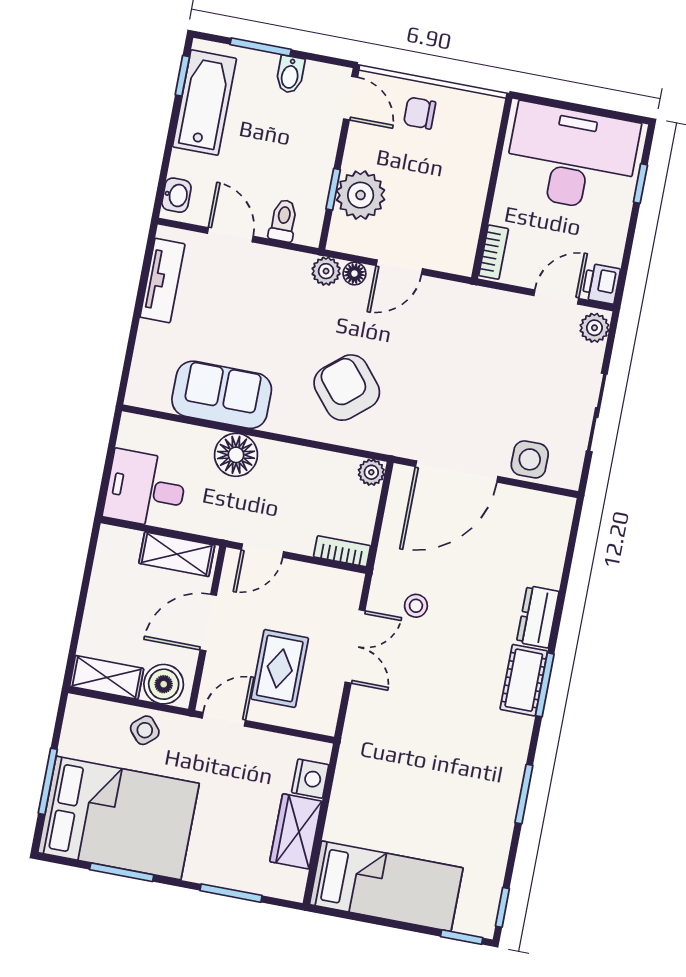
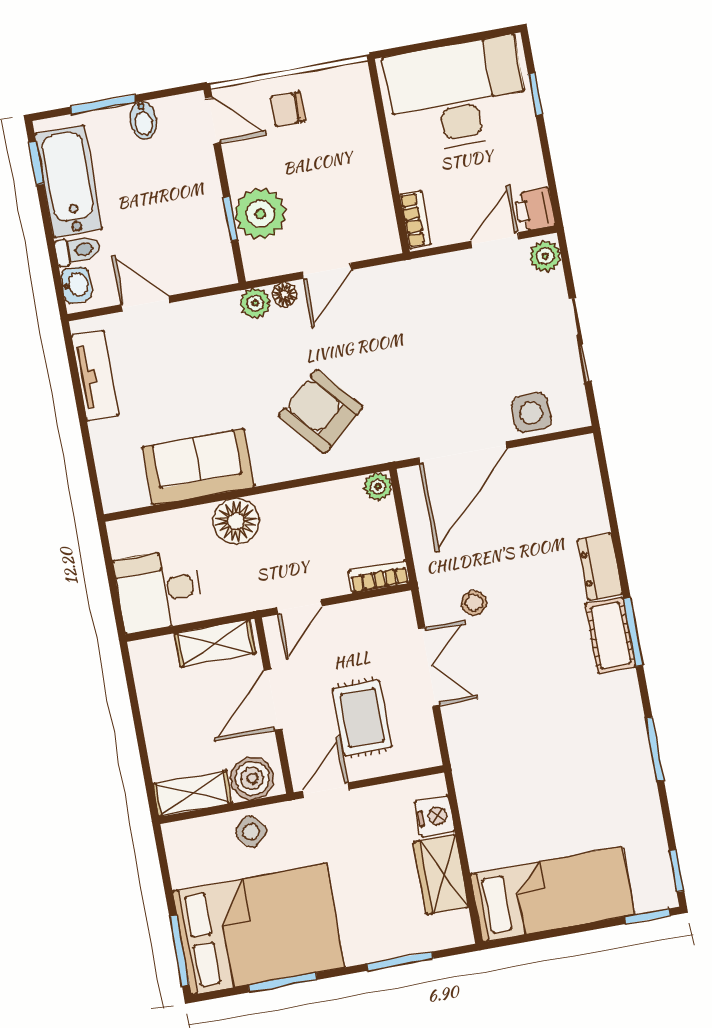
toilet: (283, 221) -> (78, 250), moved, turned 90
window: (48, 781) -> (179, 951), moved

